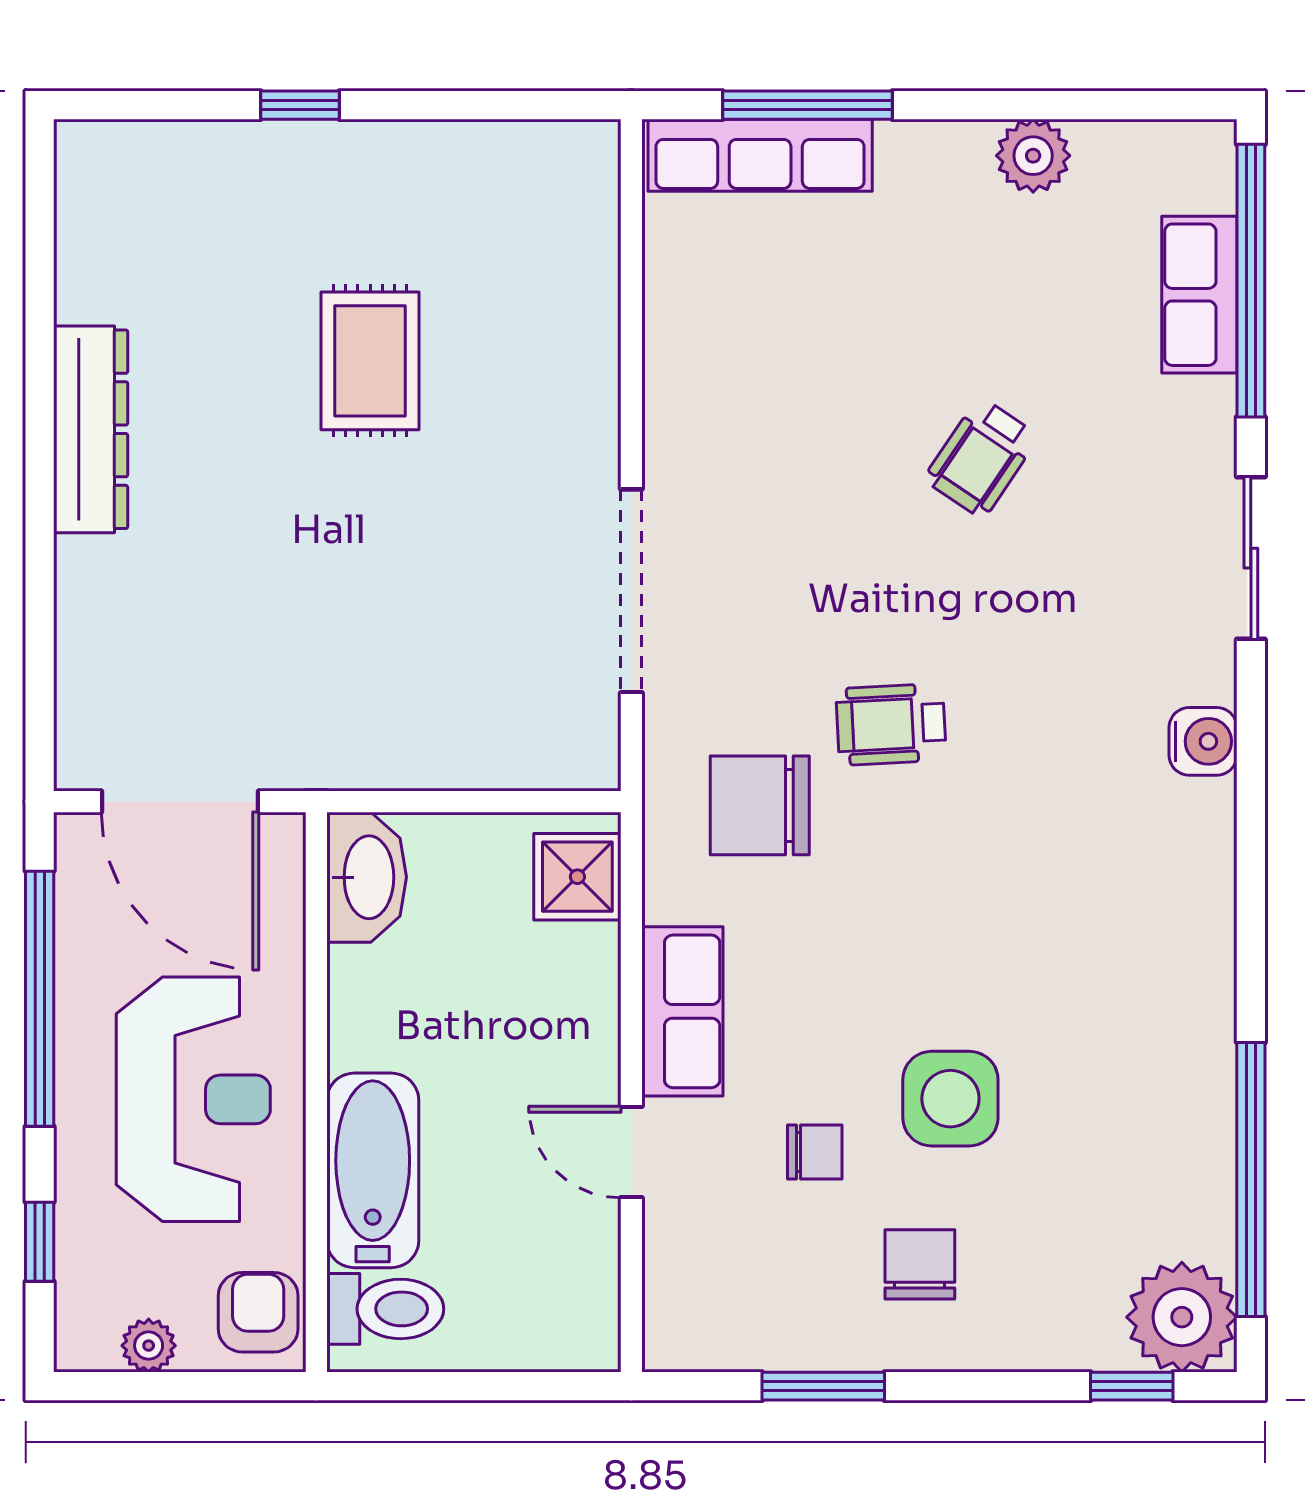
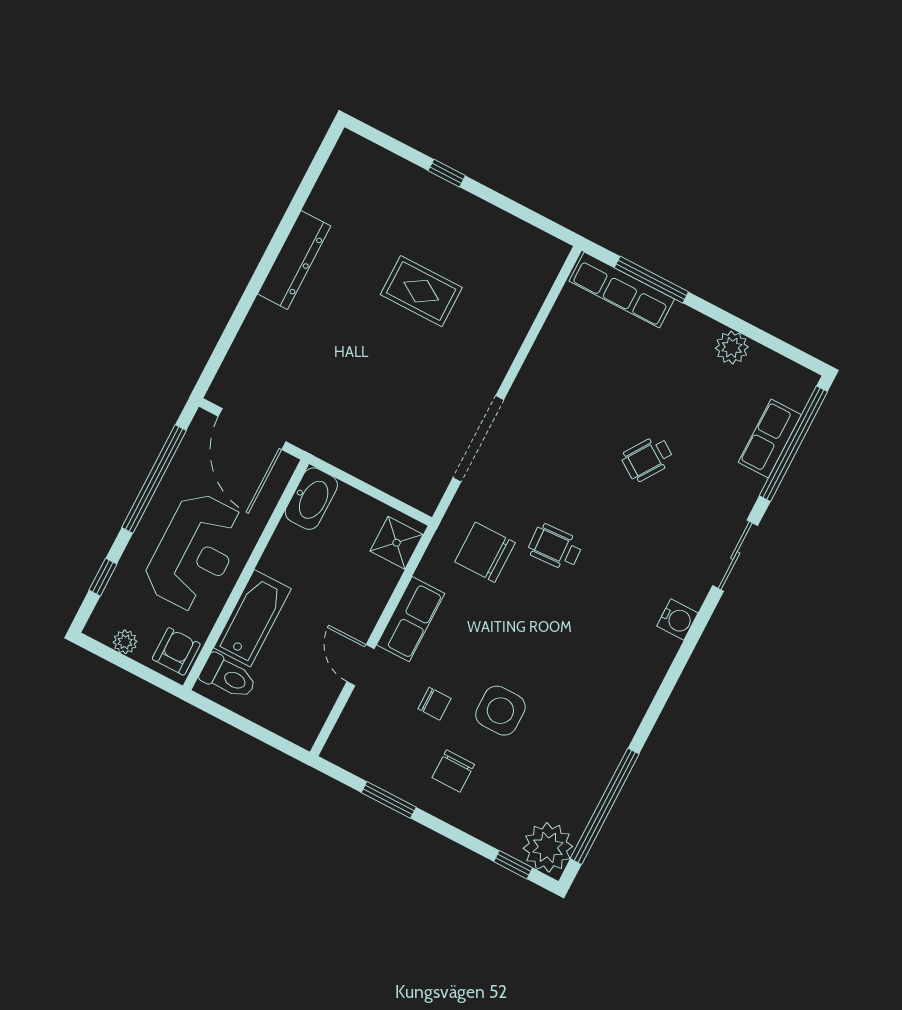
rug: (370, 361) -> (421, 291), turned 90
chair: (920, 1264) -> (453, 771), turned 180

